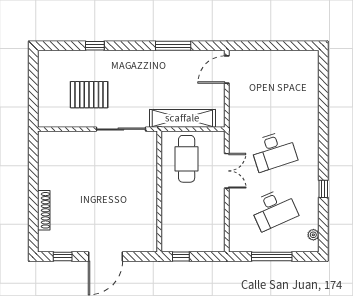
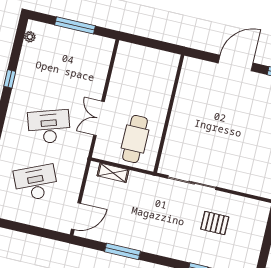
pallet: (89, 95) -> (215, 223), width x0.67, depth x0.71
shelving: (182, 118) -> (113, 173), width x0.45, depth x0.75
desk: (274, 209) -> (36, 183), moved
window: (181, 256) -> (163, 46), removed

